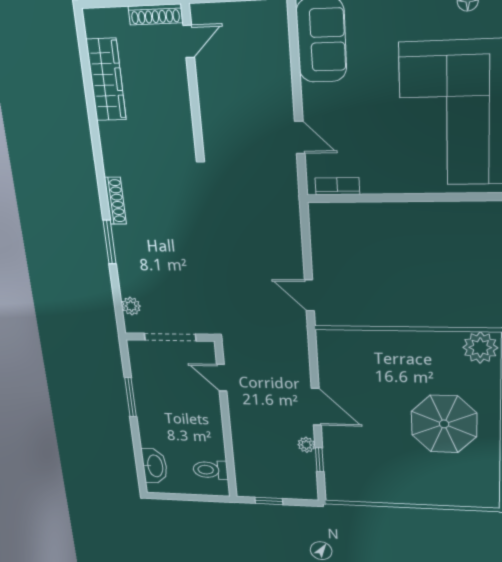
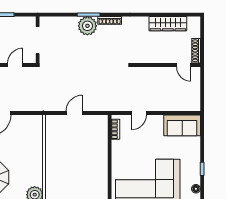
door: (309, 295) -> (74, 113), moved
plant: (131, 306) -> (87, 26), moved, width x1.88, depth x1.88

